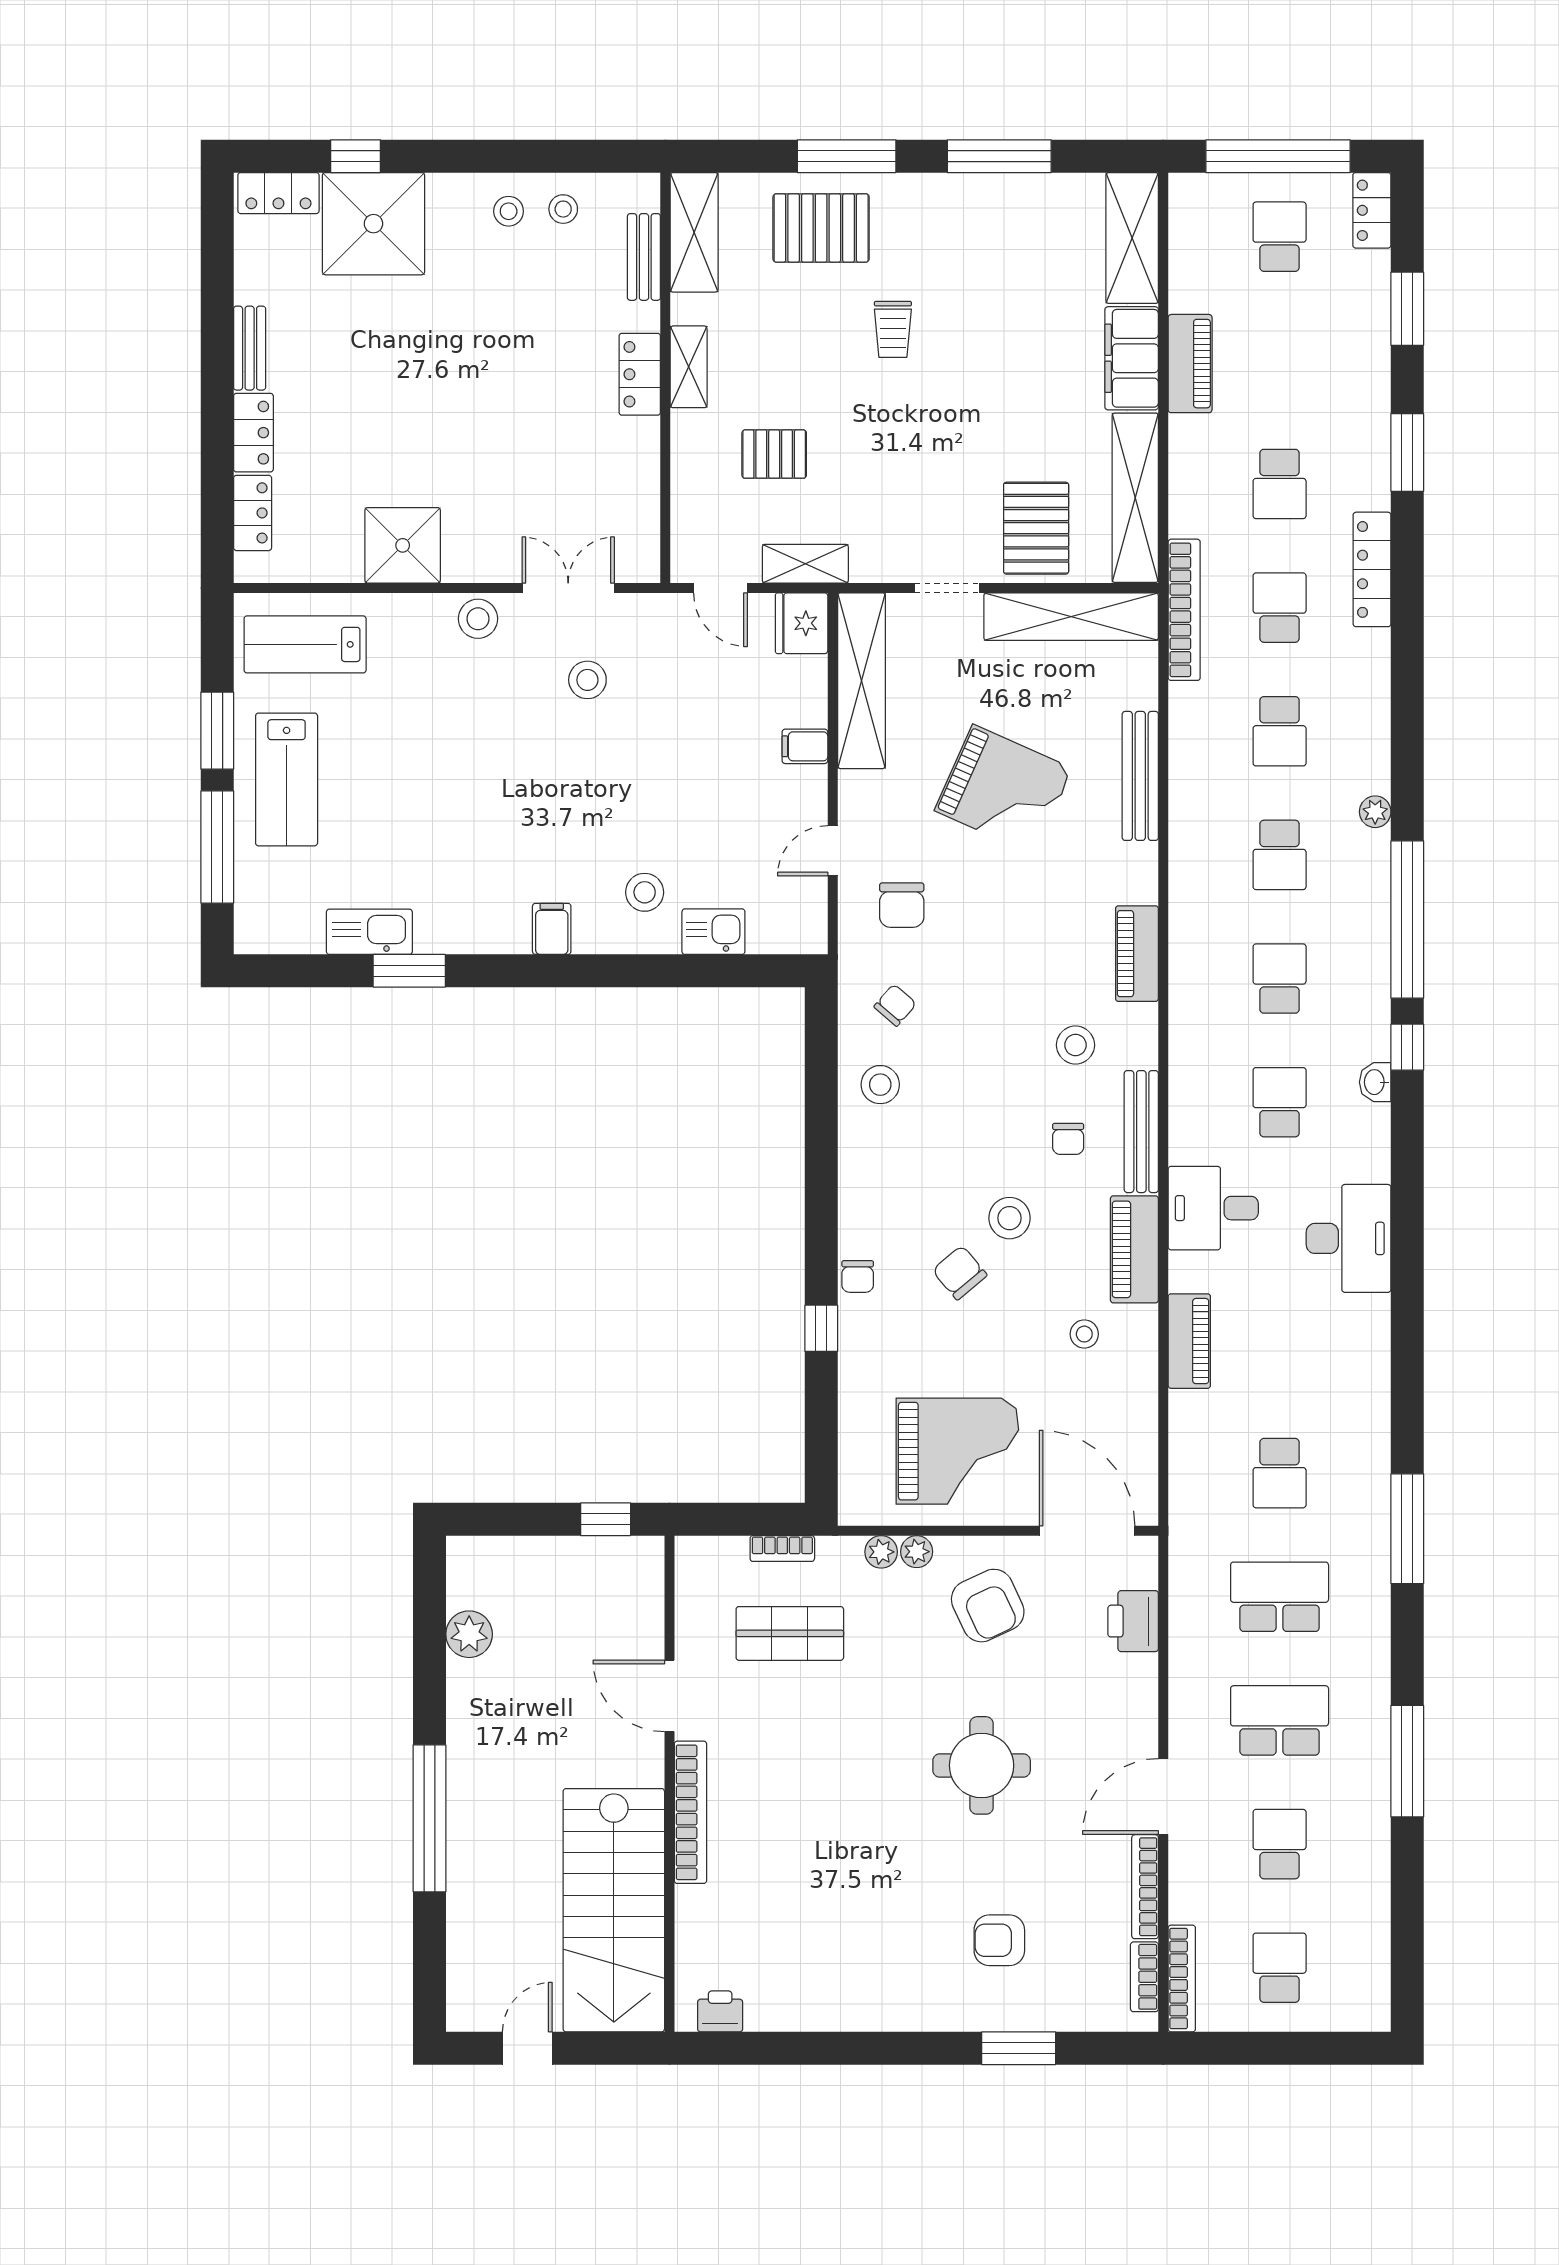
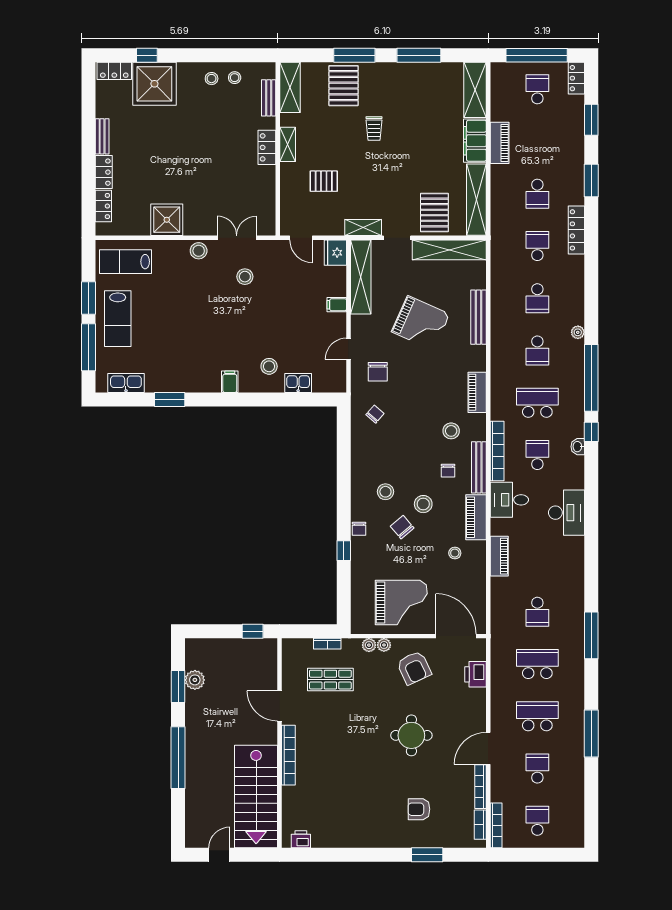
pallet: (821, 228) -> (344, 86), turned 90
shelving: (805, 564) -> (363, 228), moved
bookcase: (1184, 610) -> (497, 451), moved
kitchen sink: (369, 932) -> (126, 383), moved
school desk: (1280, 979) -> (537, 403), width x1.85
stool: (880, 1085) -> (385, 492), moved
window: (429, 1650) -> (178, 687), added

